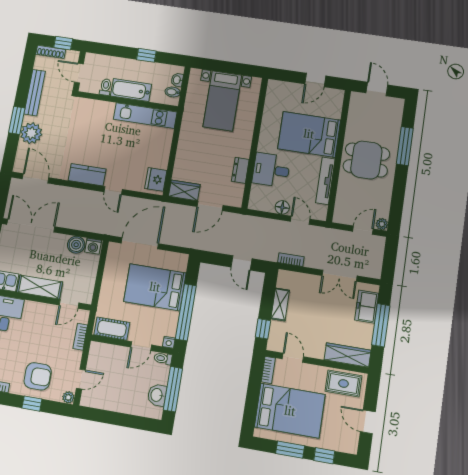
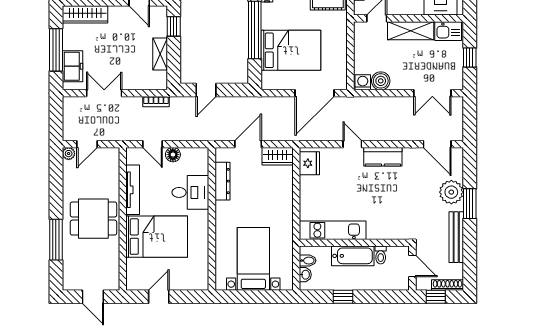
dresser: (240, 170) -> (223, 181), width x1.44
double door: (31, 226) -> (432, 93), width x0.73
door: (242, 263) -> (206, 90), swing flipped

